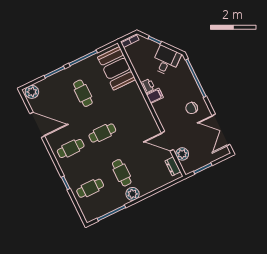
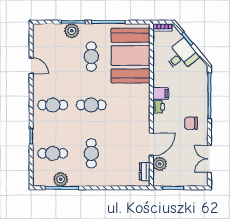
desk: (166, 61) -> (181, 56), moved
booth: (117, 68) -> (131, 56), width x1.36, depth x1.42
printer: (148, 86) -> (159, 107), moved
plant: (32, 92) -> (72, 31), moved
door: (37, 125) -> (31, 66), width x0.53
double door: (221, 130) -> (209, 159), width x0.73
door: (167, 141) -> (151, 144), swing flipped
plant: (133, 194) -> (61, 179), moved

